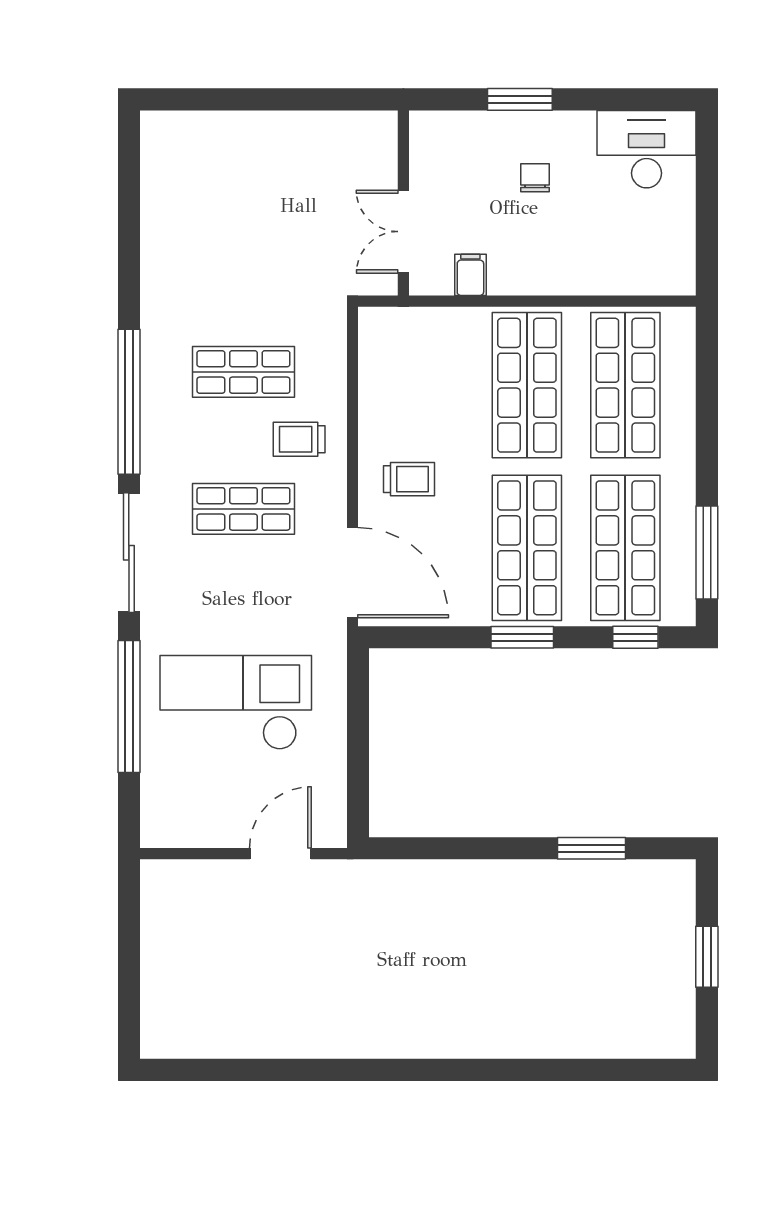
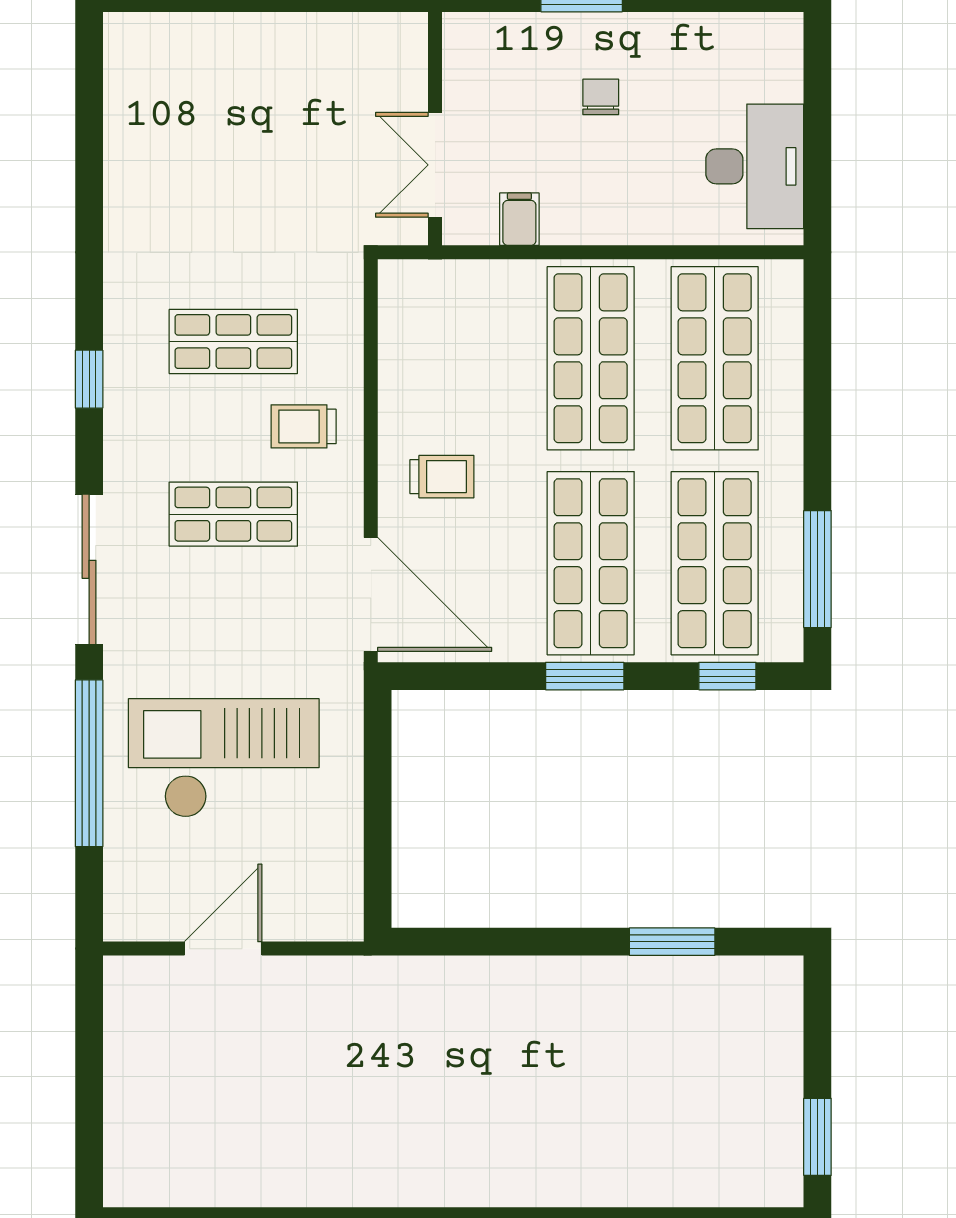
desk: (647, 149) -> (755, 166), moved, turned 90
window: (129, 402) -> (89, 379), width x0.32
door: (280, 854) -> (223, 949), moved
window: (707, 957) -> (817, 1137), moved

